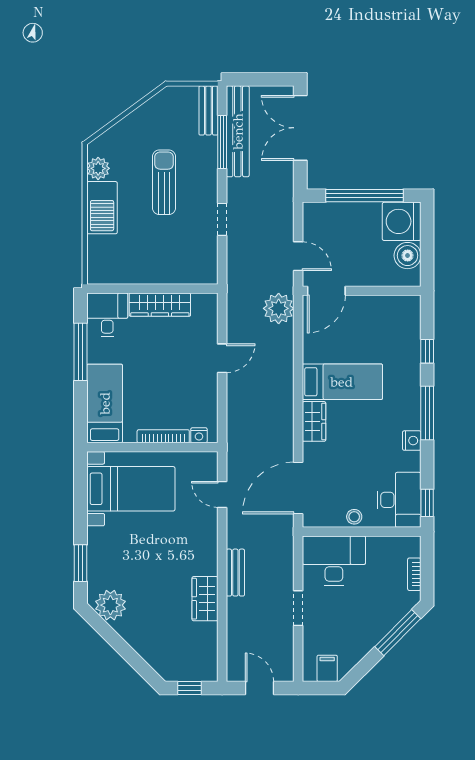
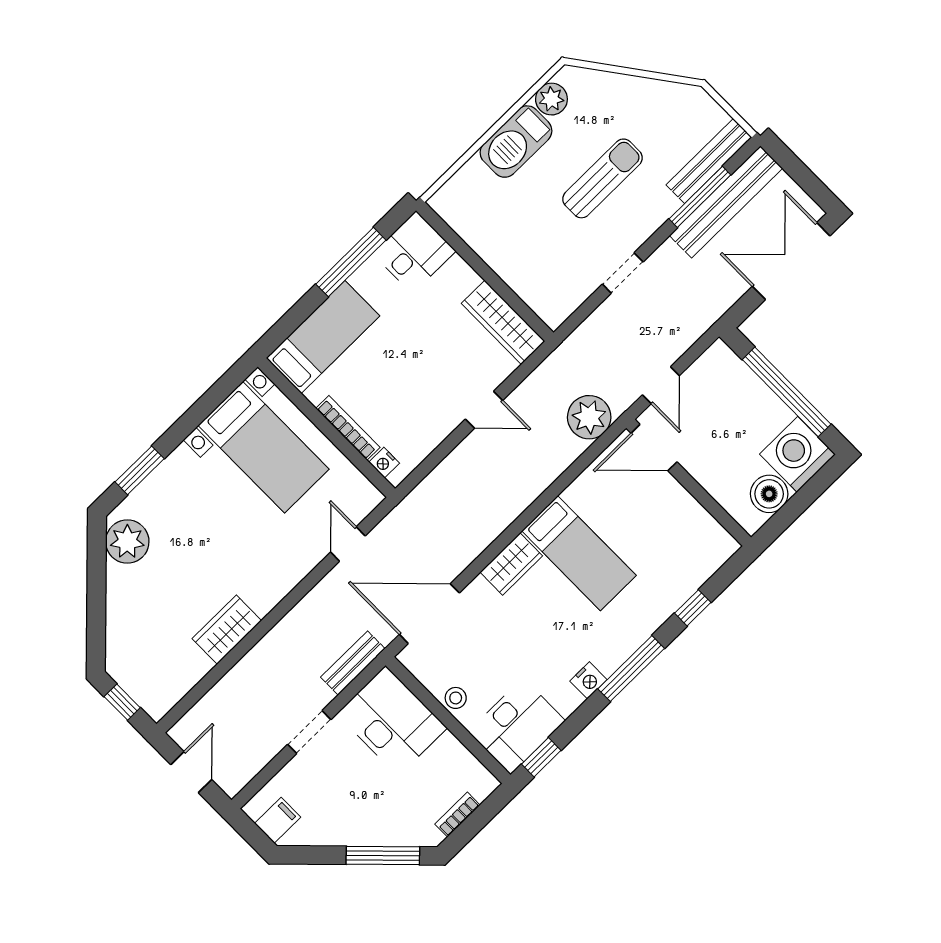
bench: (208, 110) -> (709, 161), width x1.36
wardrobe: (160, 305) -> (503, 322), moved
bench: (235, 573) -> (353, 663), moved

